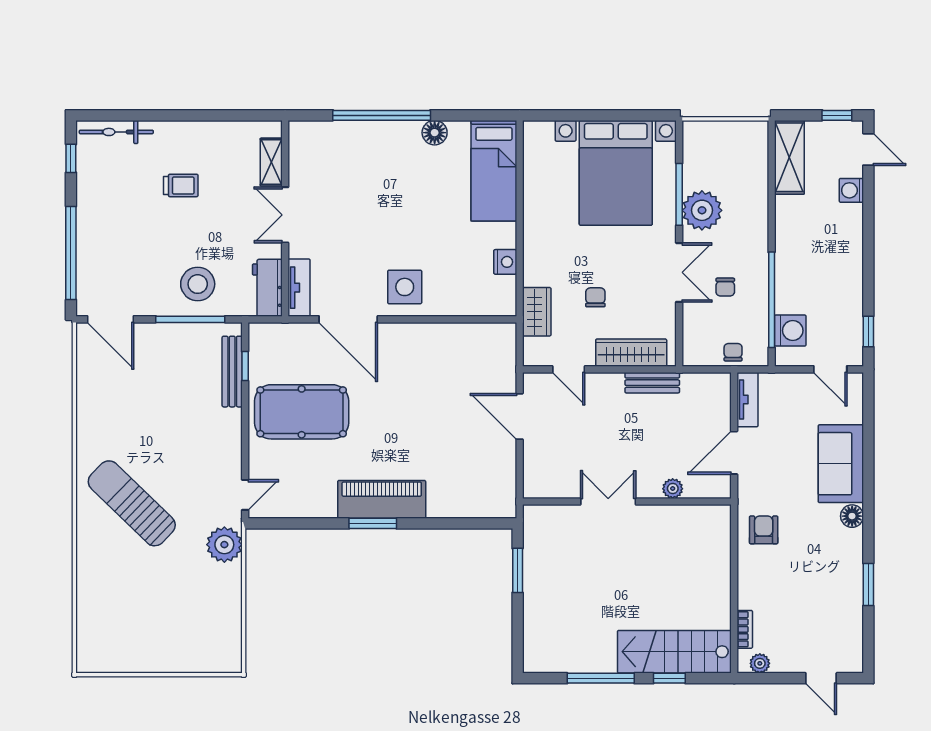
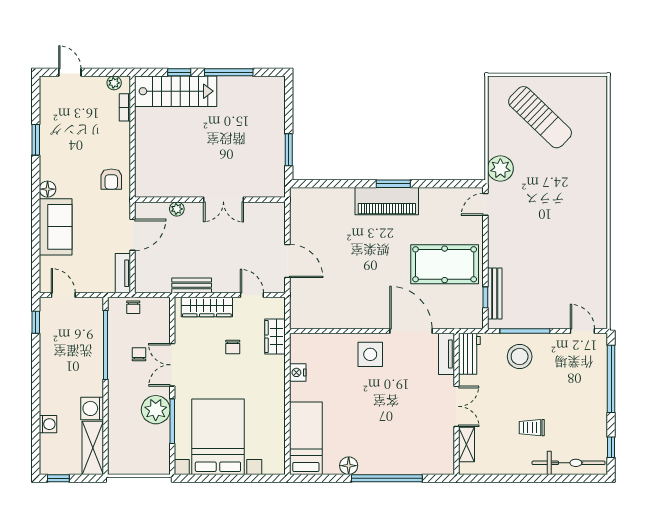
bicycle: (116, 132) -> (569, 463), width x1.37, depth x1.40
door: (868, 149) -> (36, 454), removed
door: (111, 319) -> (582, 331), width x0.73
washing machine: (790, 331) -> (92, 408), moved
sun lounger: (132, 503) -> (540, 117), moved

